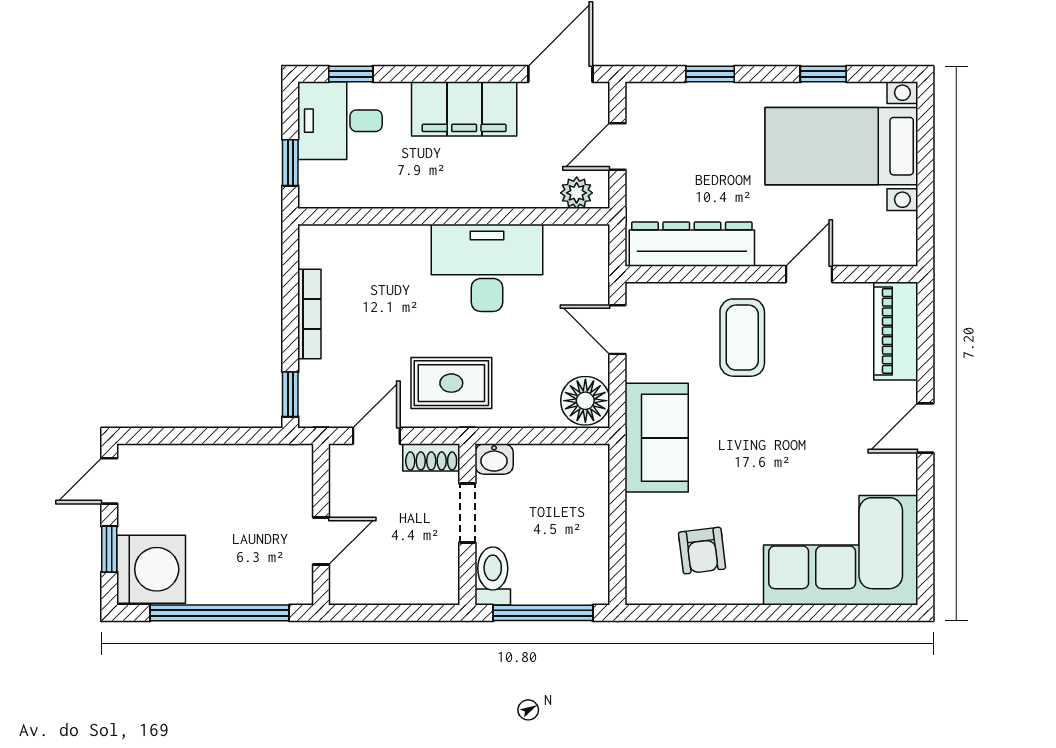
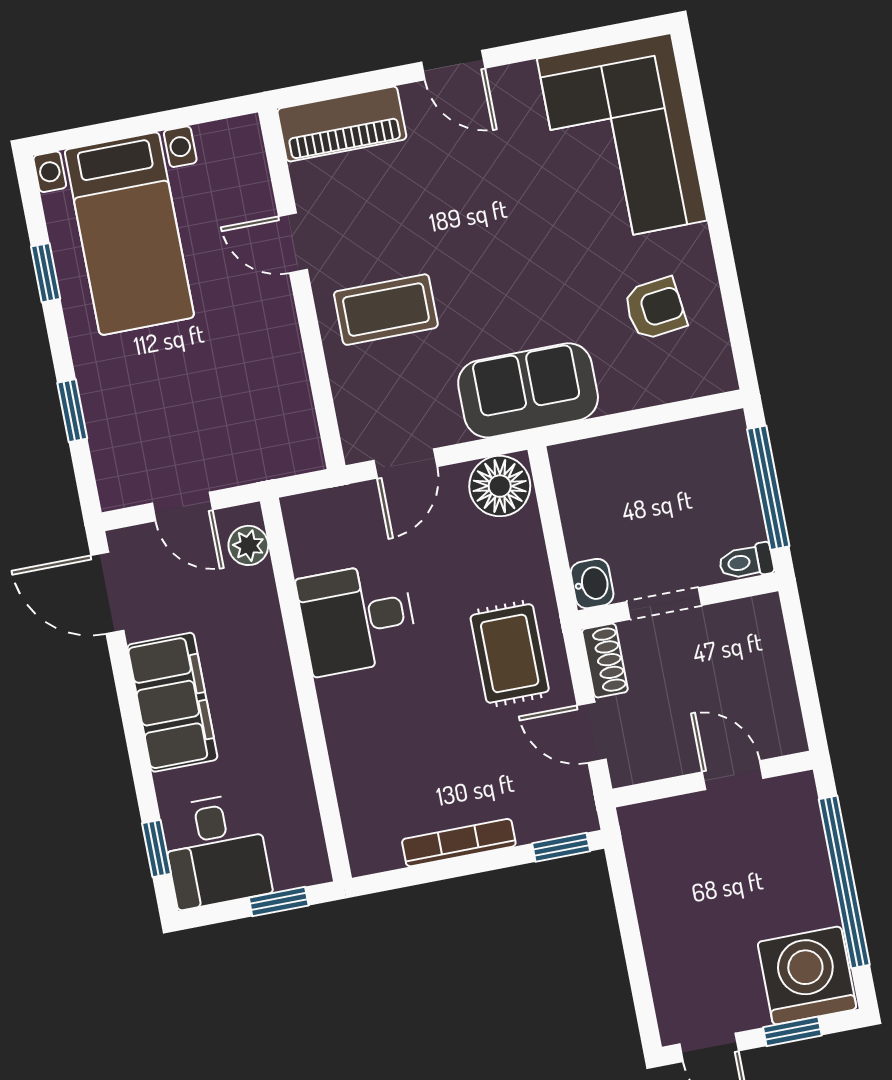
dresser: (692, 244) -> (284, 393), removed
desk: (487, 268) -> (357, 619), width x0.73
toilet: (493, 576) -> (746, 562), width x0.73, depth x0.72

